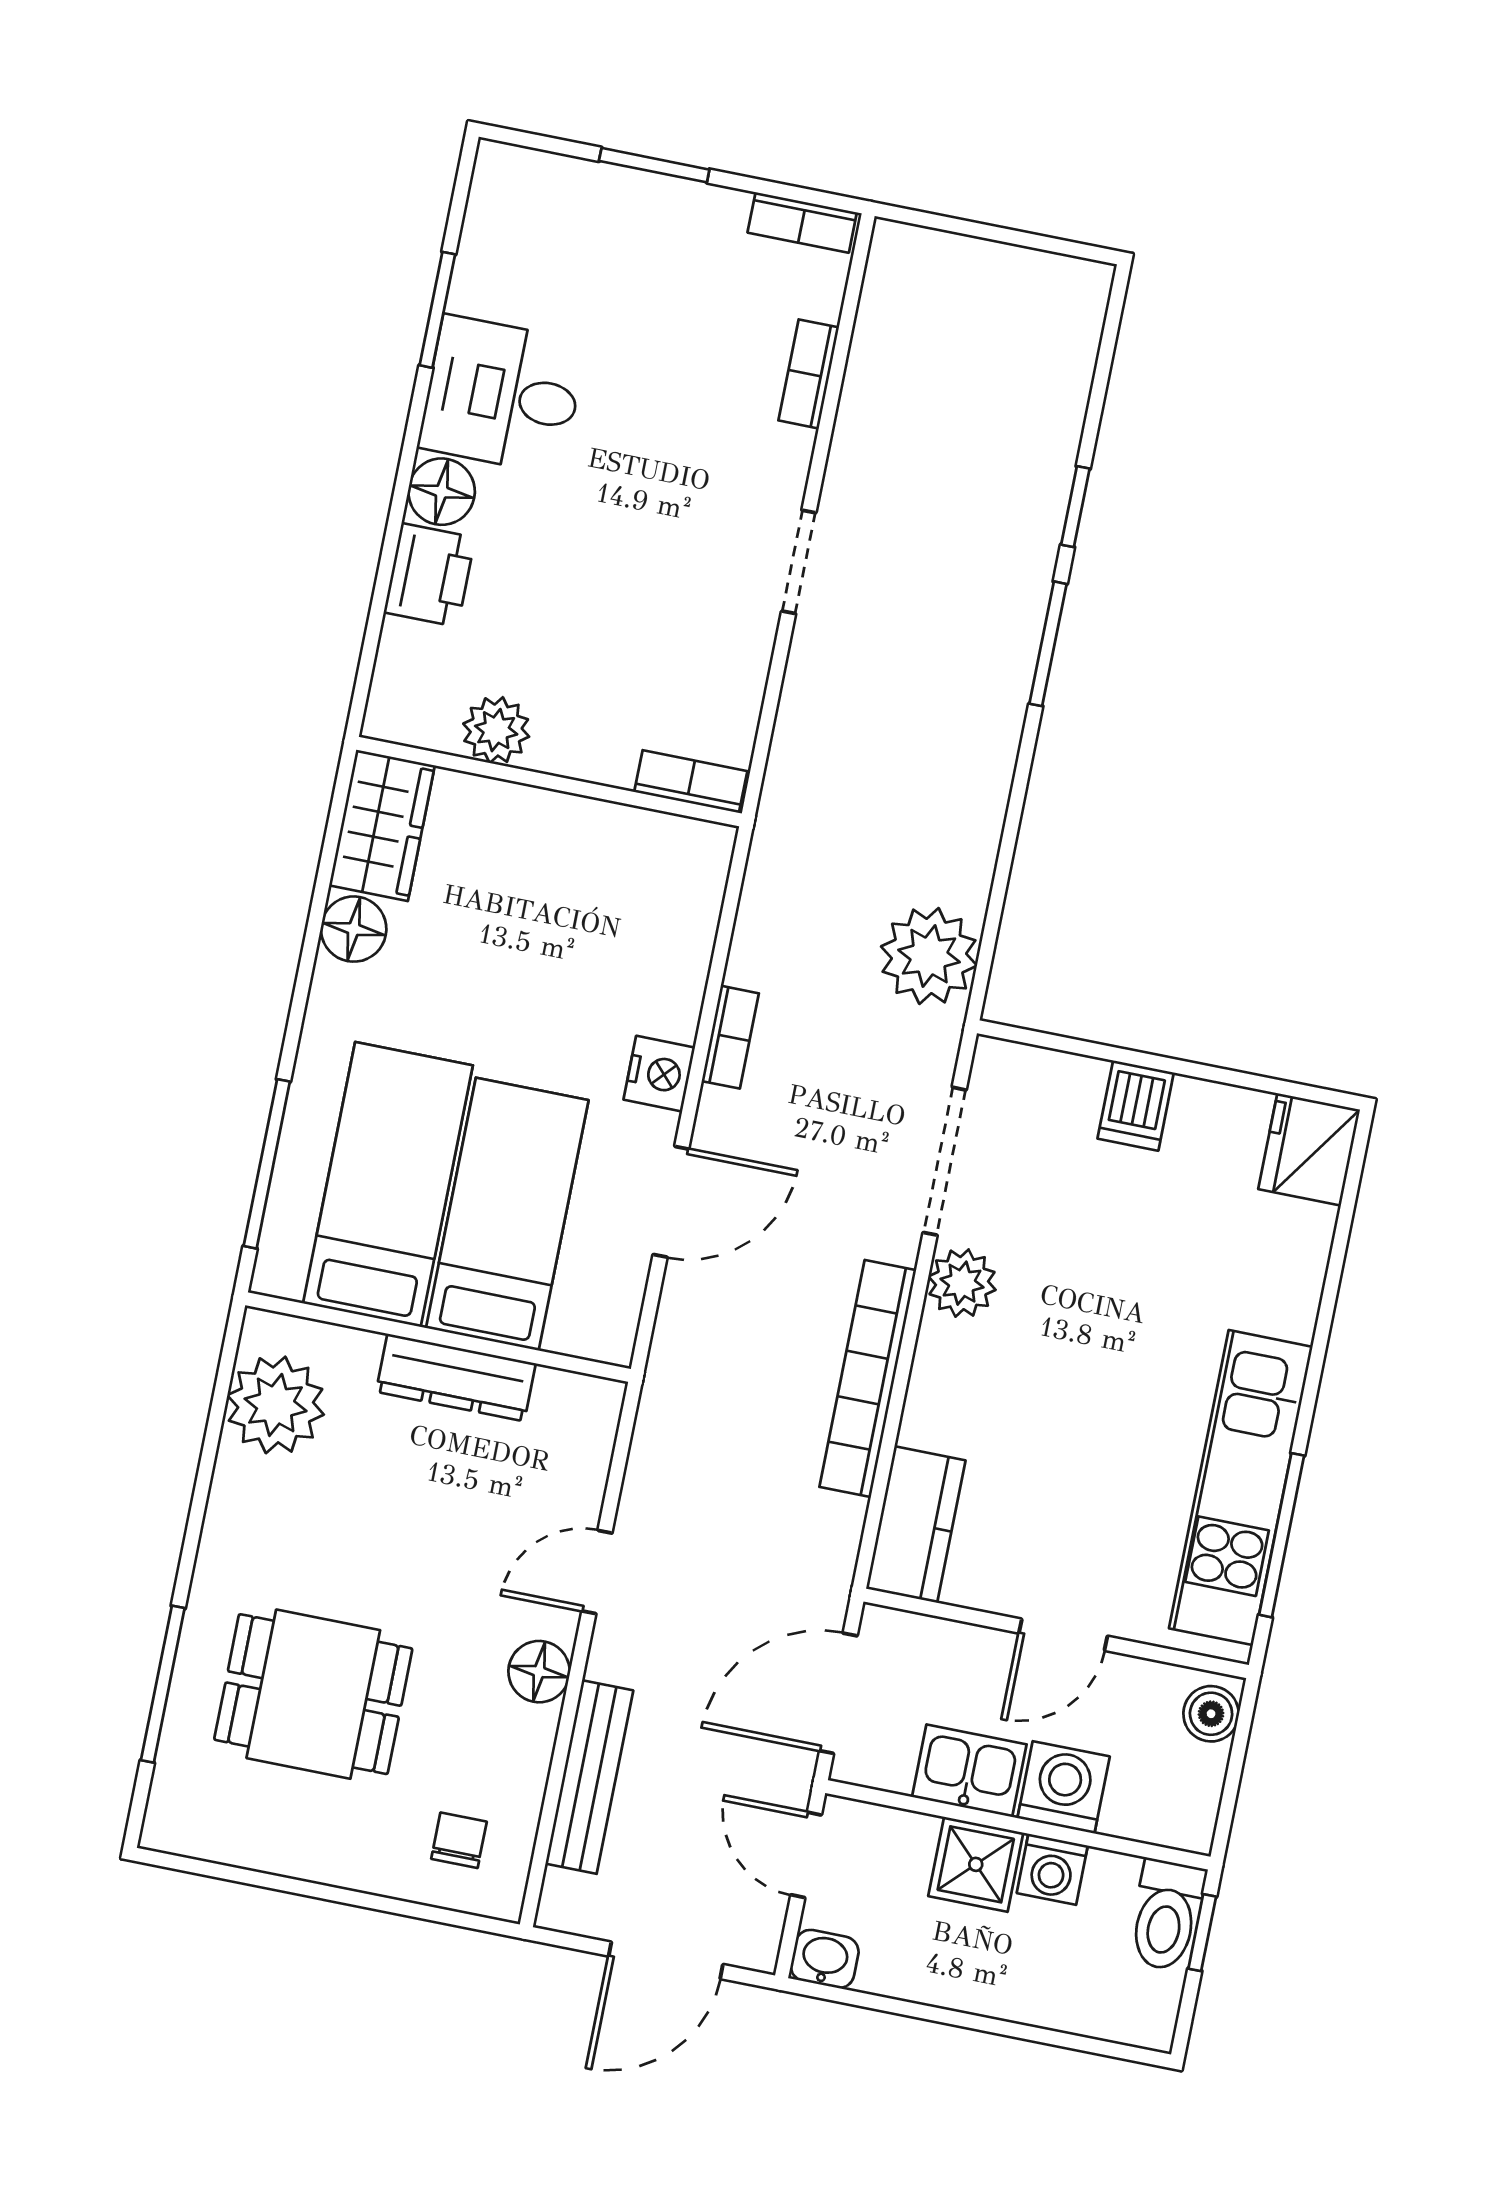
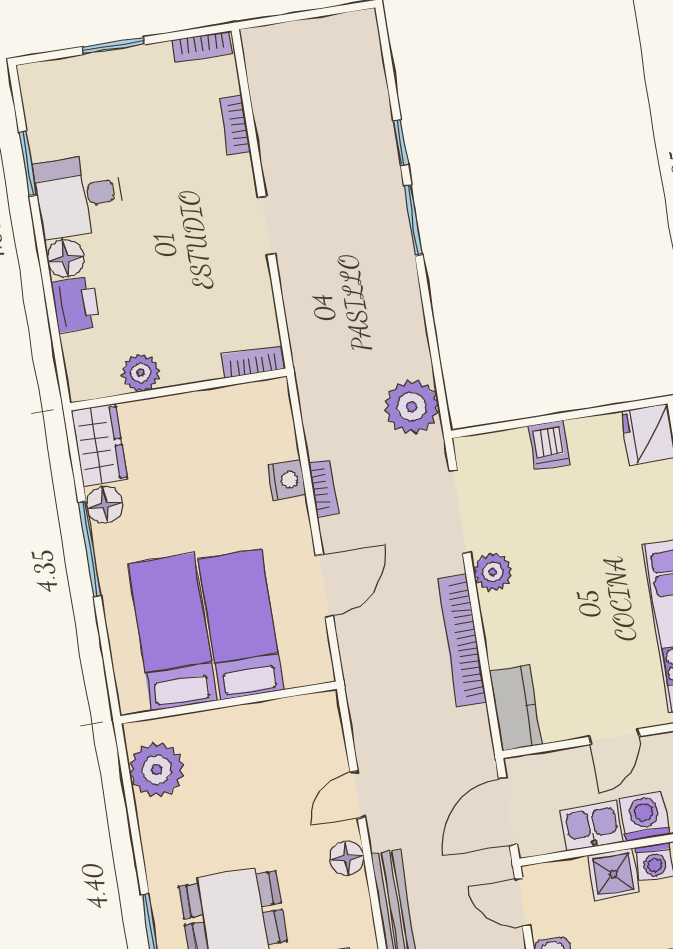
nightstand: (659, 1074) -> (287, 480), moved
window: (267, 1164) -> (90, 549), moved
dresser: (456, 1378) -> (246, 720), removed

